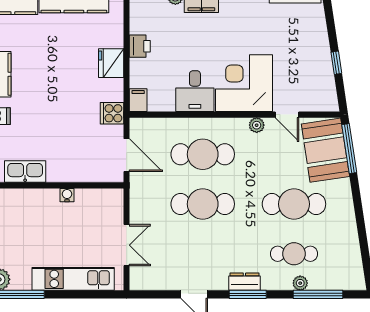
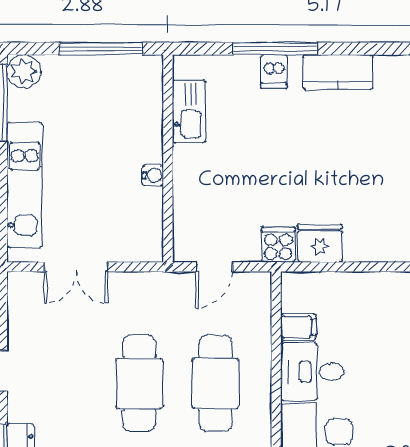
printer: (140, 46) -> (381, 287), removed
fridge: (111, 63) -> (320, 243), moved
filing cabinet: (138, 100) -> (298, 327), moved
door: (127, 155) -> (214, 267), width x0.73

